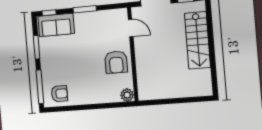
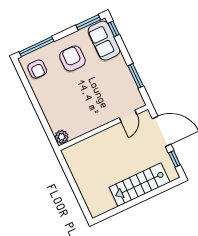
window: (85, 9) -> (136, 76), moved
window: (37, 47) -> (88, 22), moved
armchair: (116, 62) -> (72, 58), moved, turned 90

